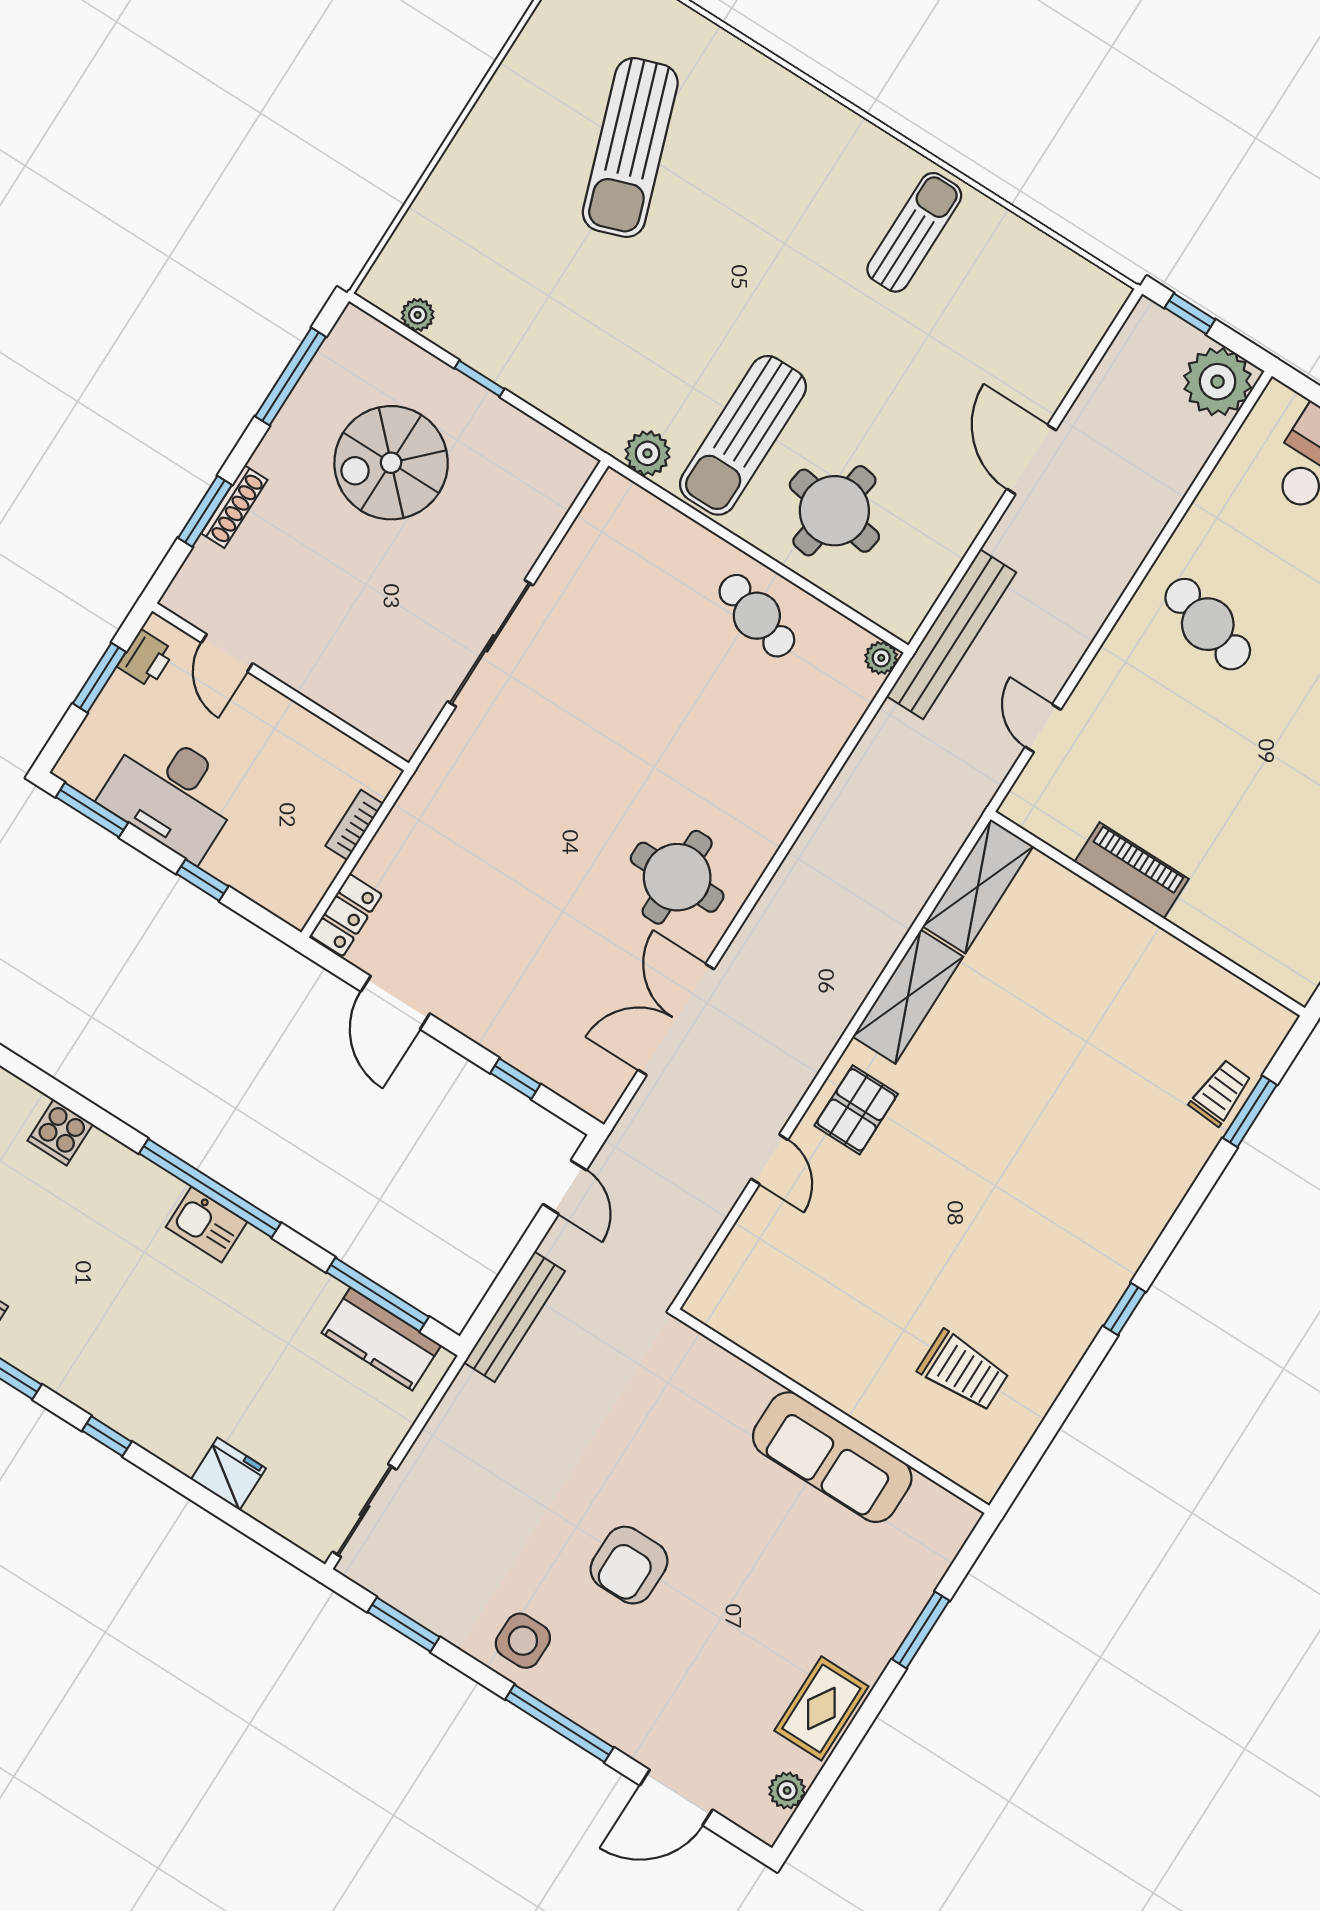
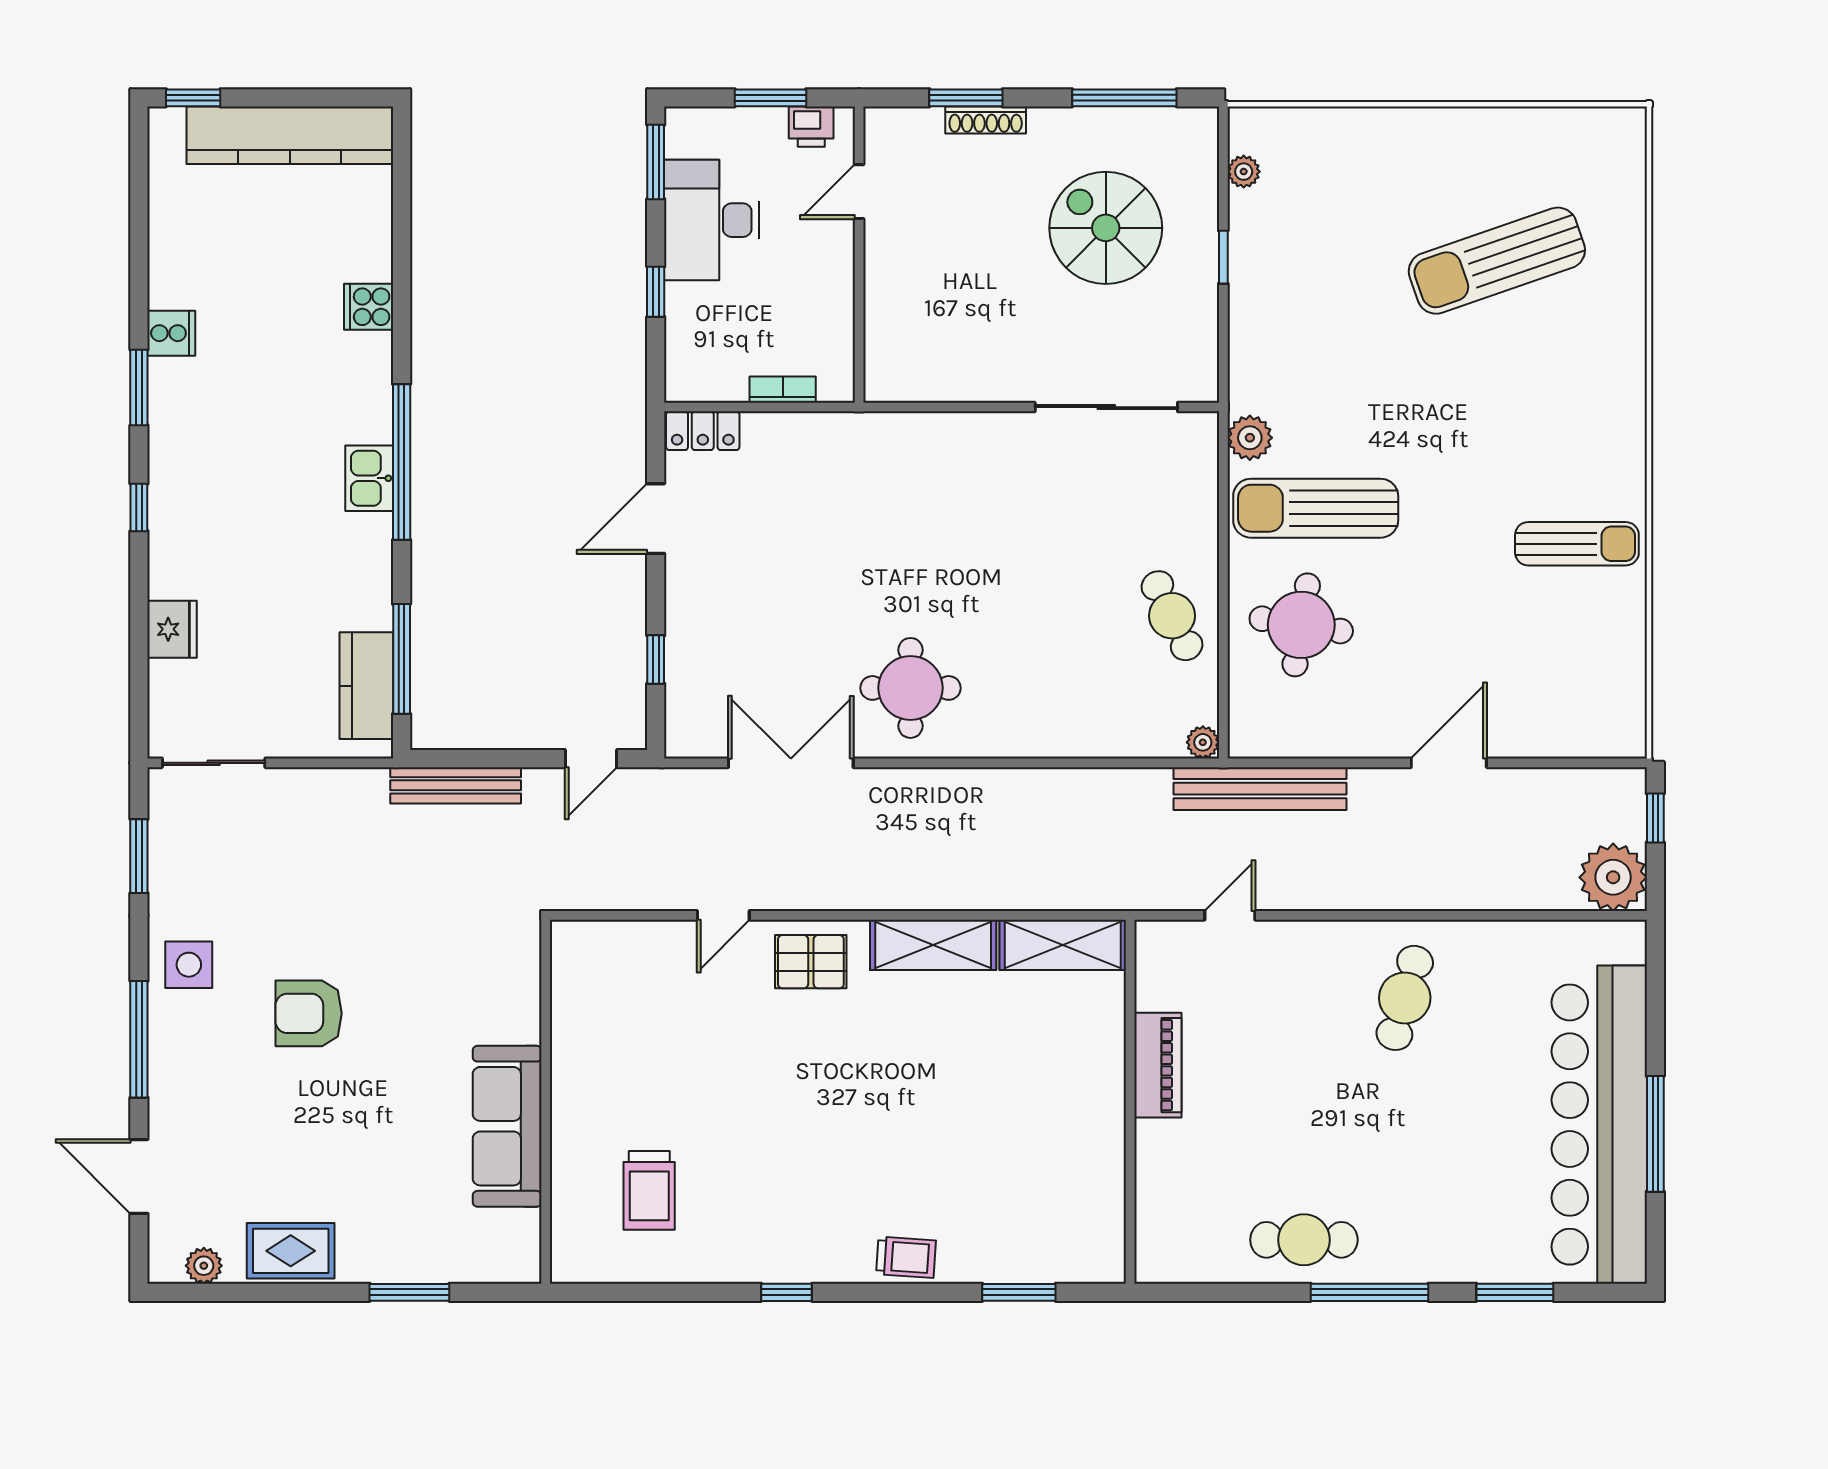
cafe table: (757, 616) -> (1172, 616), turned -43
sliding door: (490, 643) -> (1106, 407), moved
trolley: (1220, 1093) -> (906, 1257), moved

